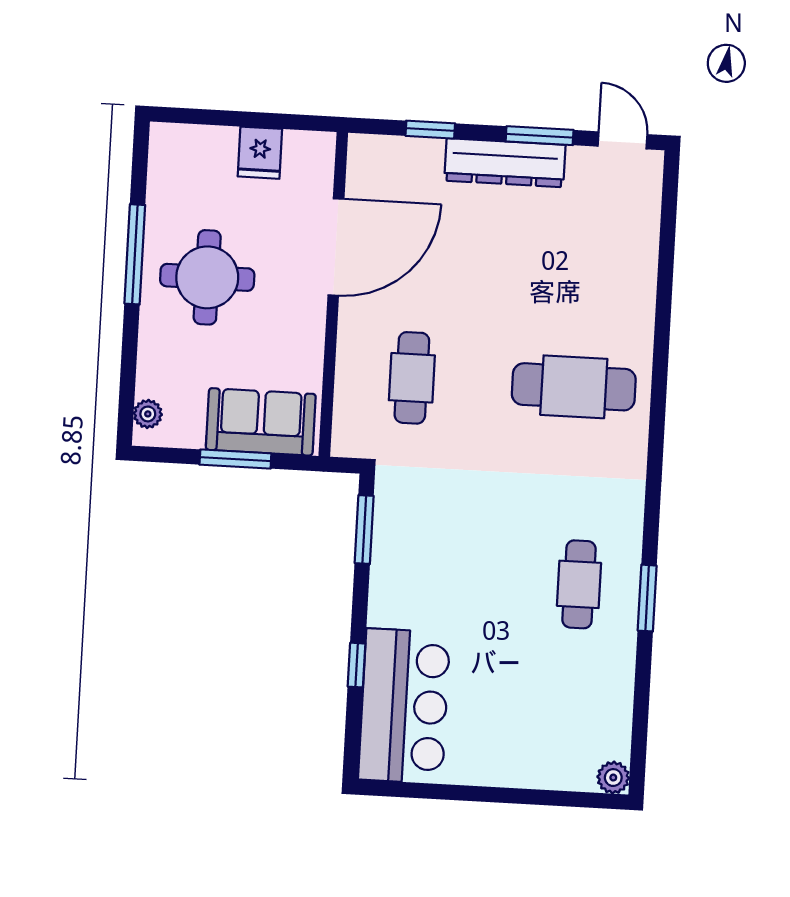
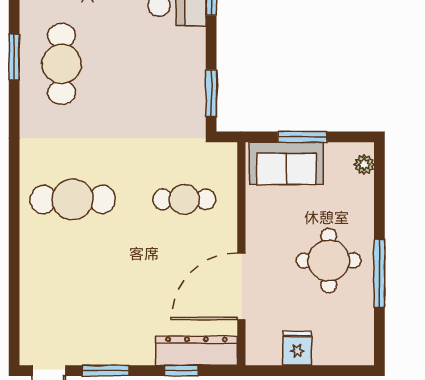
dresser: (505, 163) -> (196, 351), moved
cafe table: (412, 378) -> (184, 199), turned 90
cafe table: (579, 584) -> (62, 64), width x1.37, depth x1.35

